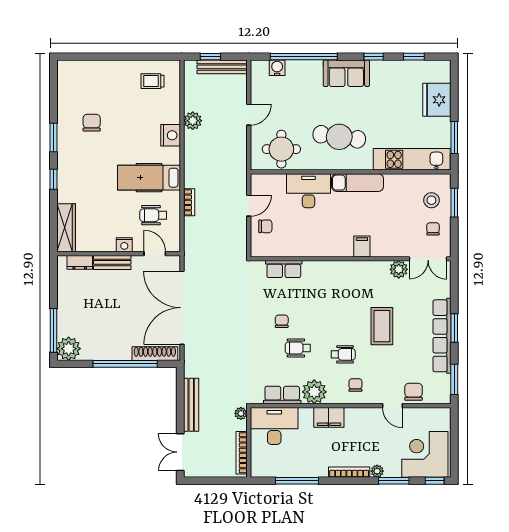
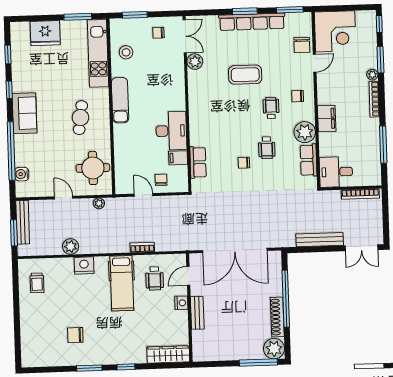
window: (210, 57) -> (14, 233), width x1.50
cafe table: (339, 137) -> (80, 118), width x0.73, depth x0.74
desk: (308, 191) -> (171, 131), moved, turned 180
stool: (431, 200) -> (126, 52), moved
filing cabinet: (362, 246) -> (178, 158), moved
dresser: (80, 262) -> (198, 341), removed
shoe rack: (155, 354) -> (277, 317), moved
chair: (414, 392) -> (302, 45), turned -90
plant: (241, 413) -> (99, 203), moved
desk: (274, 426) -> (336, 172), width x0.73
corner desk: (425, 454) -> (335, 31), moved, turned -90

